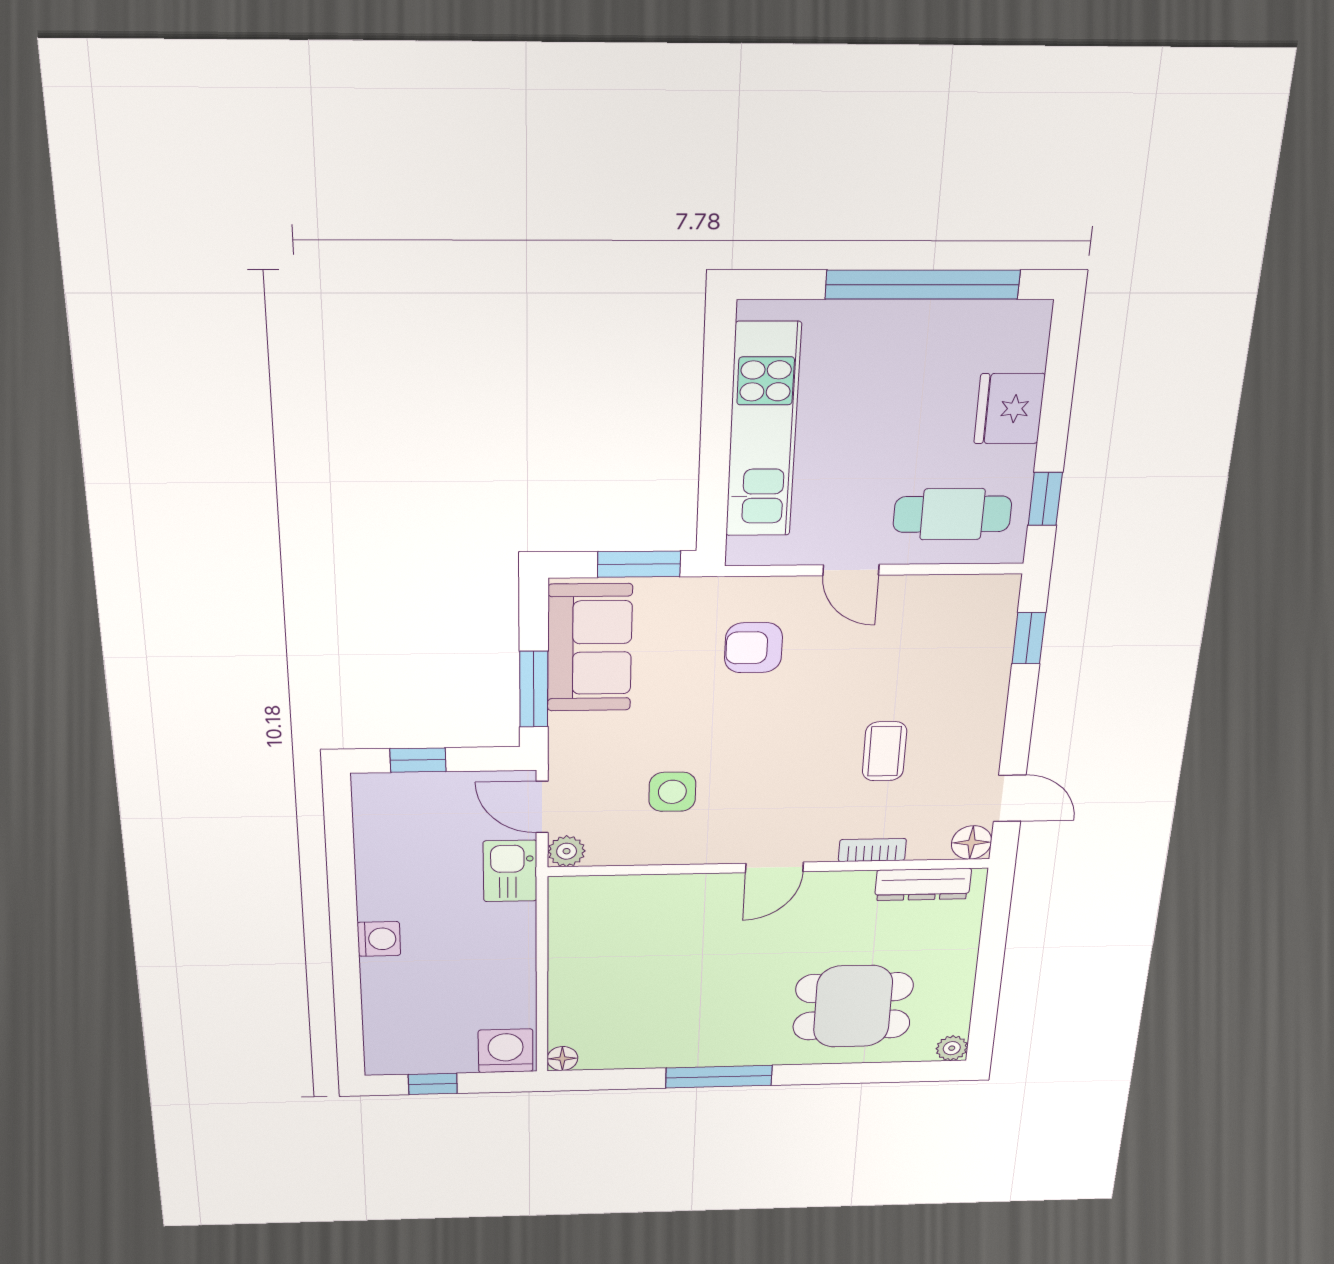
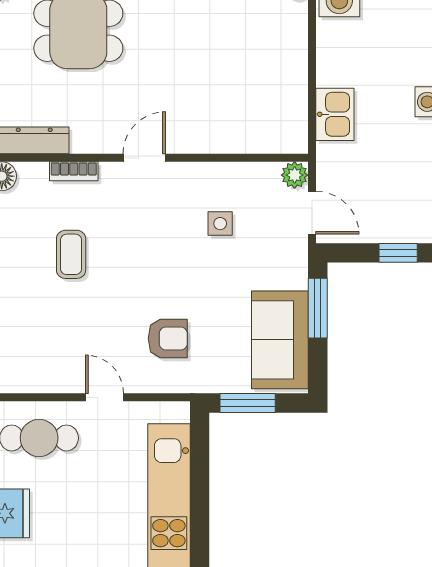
side table: (672, 792) -> (220, 224), width x0.73, depth x0.73
kitchen sink: (510, 871) -> (335, 114), moved

